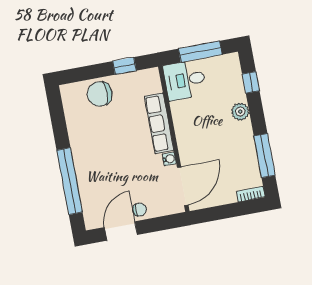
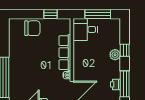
window: (251, 82) -> (125, 50), moved
chair: (100, 94) -> (32, 28), turned 180
printer: (250, 159) -> (116, 84), added

